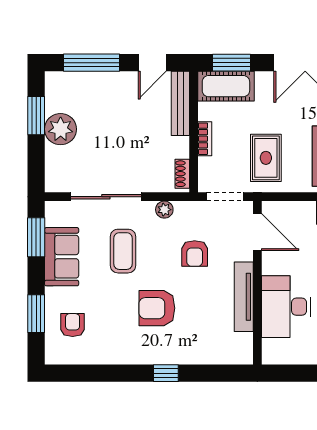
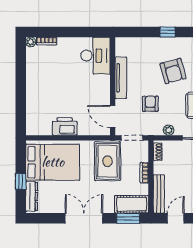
rug: (266, 158) -> (108, 161), width x1.36, depth x1.43
desk: (286, 307) -> (95, 56), moved
armchair: (157, 308) -> (173, 71), turned 75

